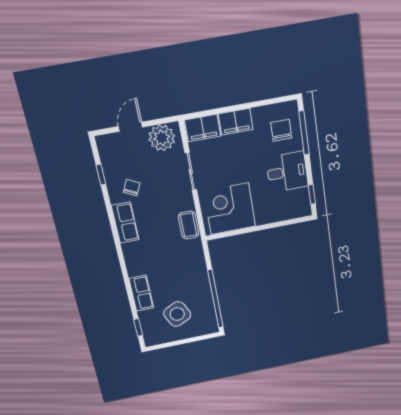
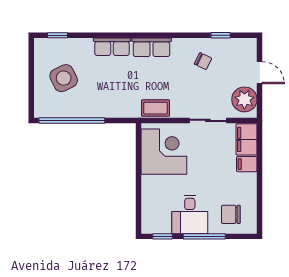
filing cabinet: (236, 122) -> (247, 164), width x0.50
chair: (281, 130) -> (231, 214), turned 180
window: (304, 133) -> (204, 236), moved
row of seats: (125, 223) -> (152, 47), moved
row of seats: (141, 293) -> (112, 47), moved

